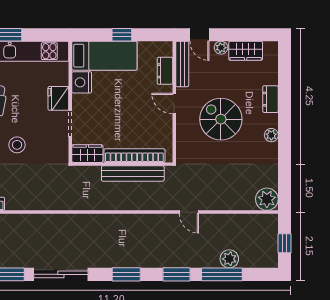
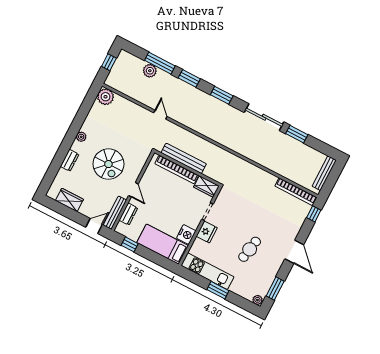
window: (122, 35) -> (130, 244), moved
door: (199, 35) -> (94, 226), hinge flipped
plant: (221, 48) -> (84, 210), removed
stool: (17, 145) -> (249, 216), removed

